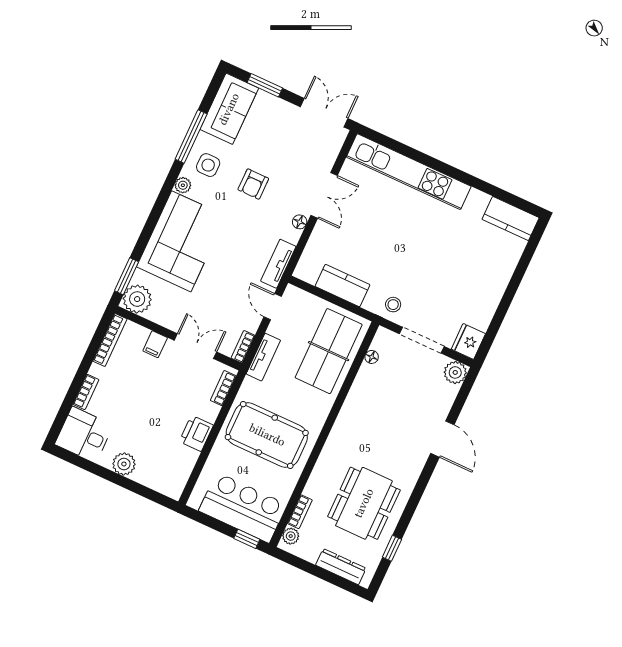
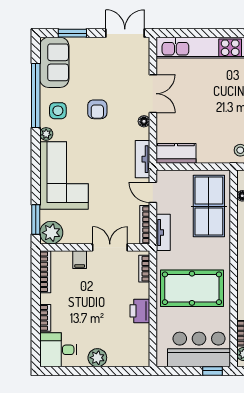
window: (191, 136) -> (36, 96), width x1.46
kitchen counter: (342, 286) -> (176, 153), moved
bookcase: (243, 347) -> (145, 225), width x1.56

